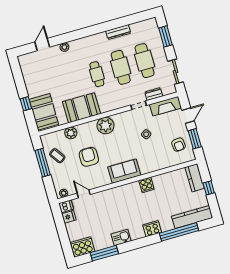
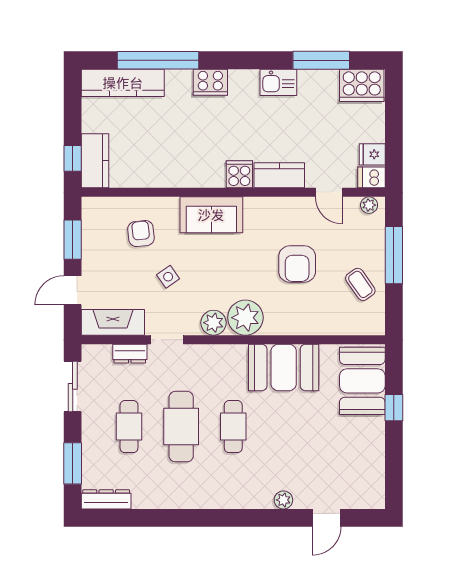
dresser: (118, 32) -> (106, 499), moved
cafe table: (145, 61) -> (129, 427), width x0.73, depth x0.74
plant: (71, 133) -> (213, 323), moved
armchair: (178, 145) -> (141, 234), moved
window: (43, 163) -> (394, 255), moved
sofa: (124, 171) -> (211, 215), moved
cooker: (146, 185) -> (239, 174), moved
window: (209, 188) -> (73, 158), moved
kitchen counter: (109, 195) -> (279, 175), added

